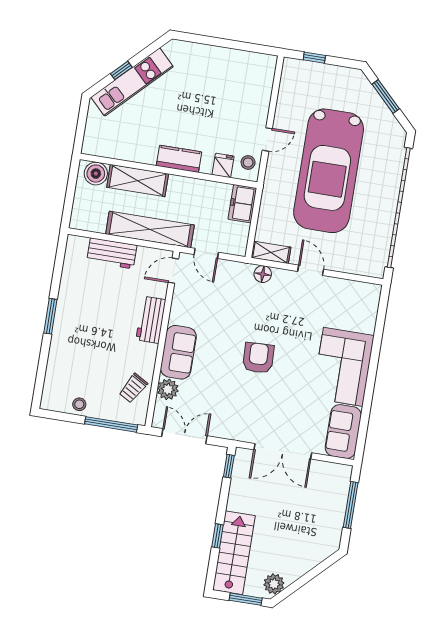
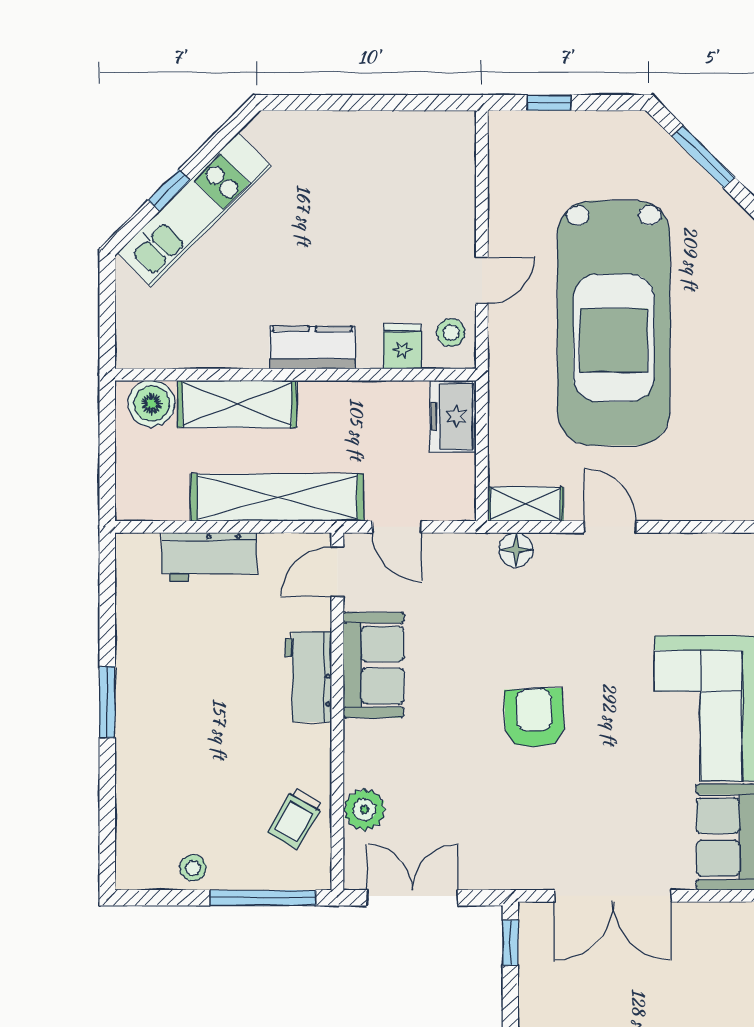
sofa: (178, 352) -> (373, 665), moved

